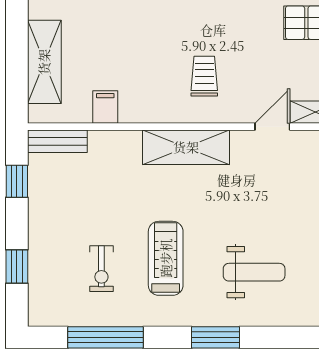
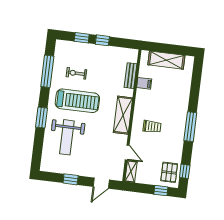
bench: (57, 141) -> (130, 76), moved
window: (17, 181) -> (102, 40), moved
treadmill: (166, 258) -> (77, 101), width x1.37, depth x1.38
weight bench: (254, 272) -> (67, 137), width x1.36, depth x1.33

